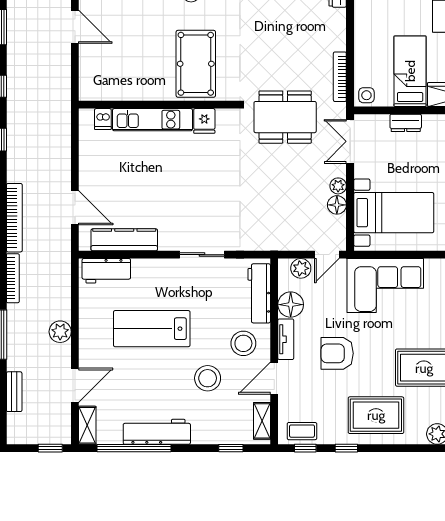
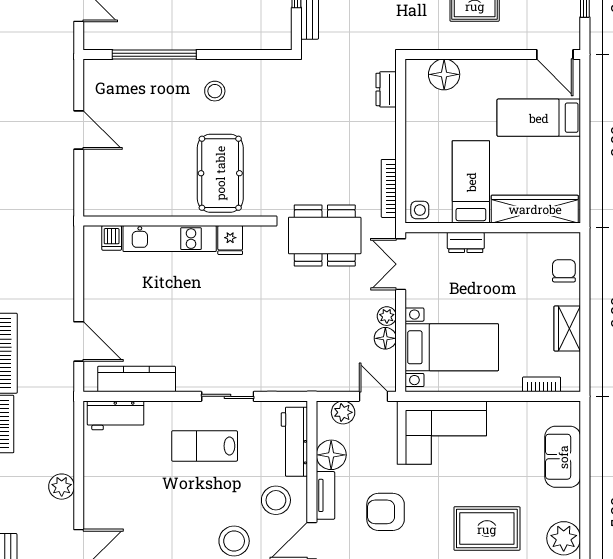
door: (327, 255) -> (373, 396), swing flipped
lab bench: (152, 329) -> (205, 446), moved, width x0.73, depth x0.72

